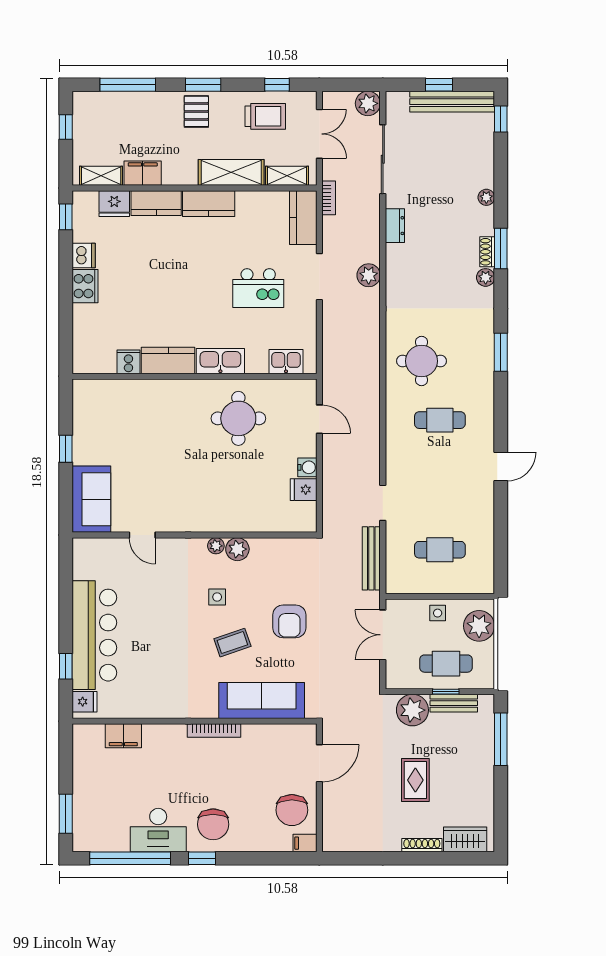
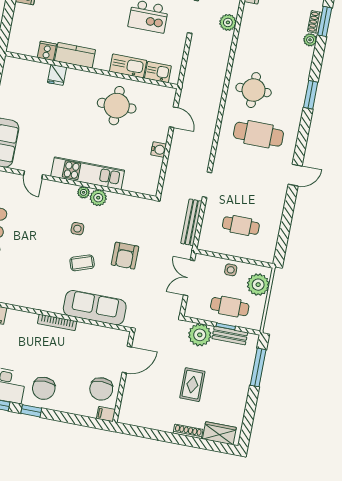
kitchen sink: (220, 361) -> (128, 66), moved
cafe table: (440, 420) -> (258, 134), width x1.37, depth x1.35
fridge: (304, 490) -> (57, 75), moved, turned -90
kitchen unit: (217, 518) -> (88, 173), added

